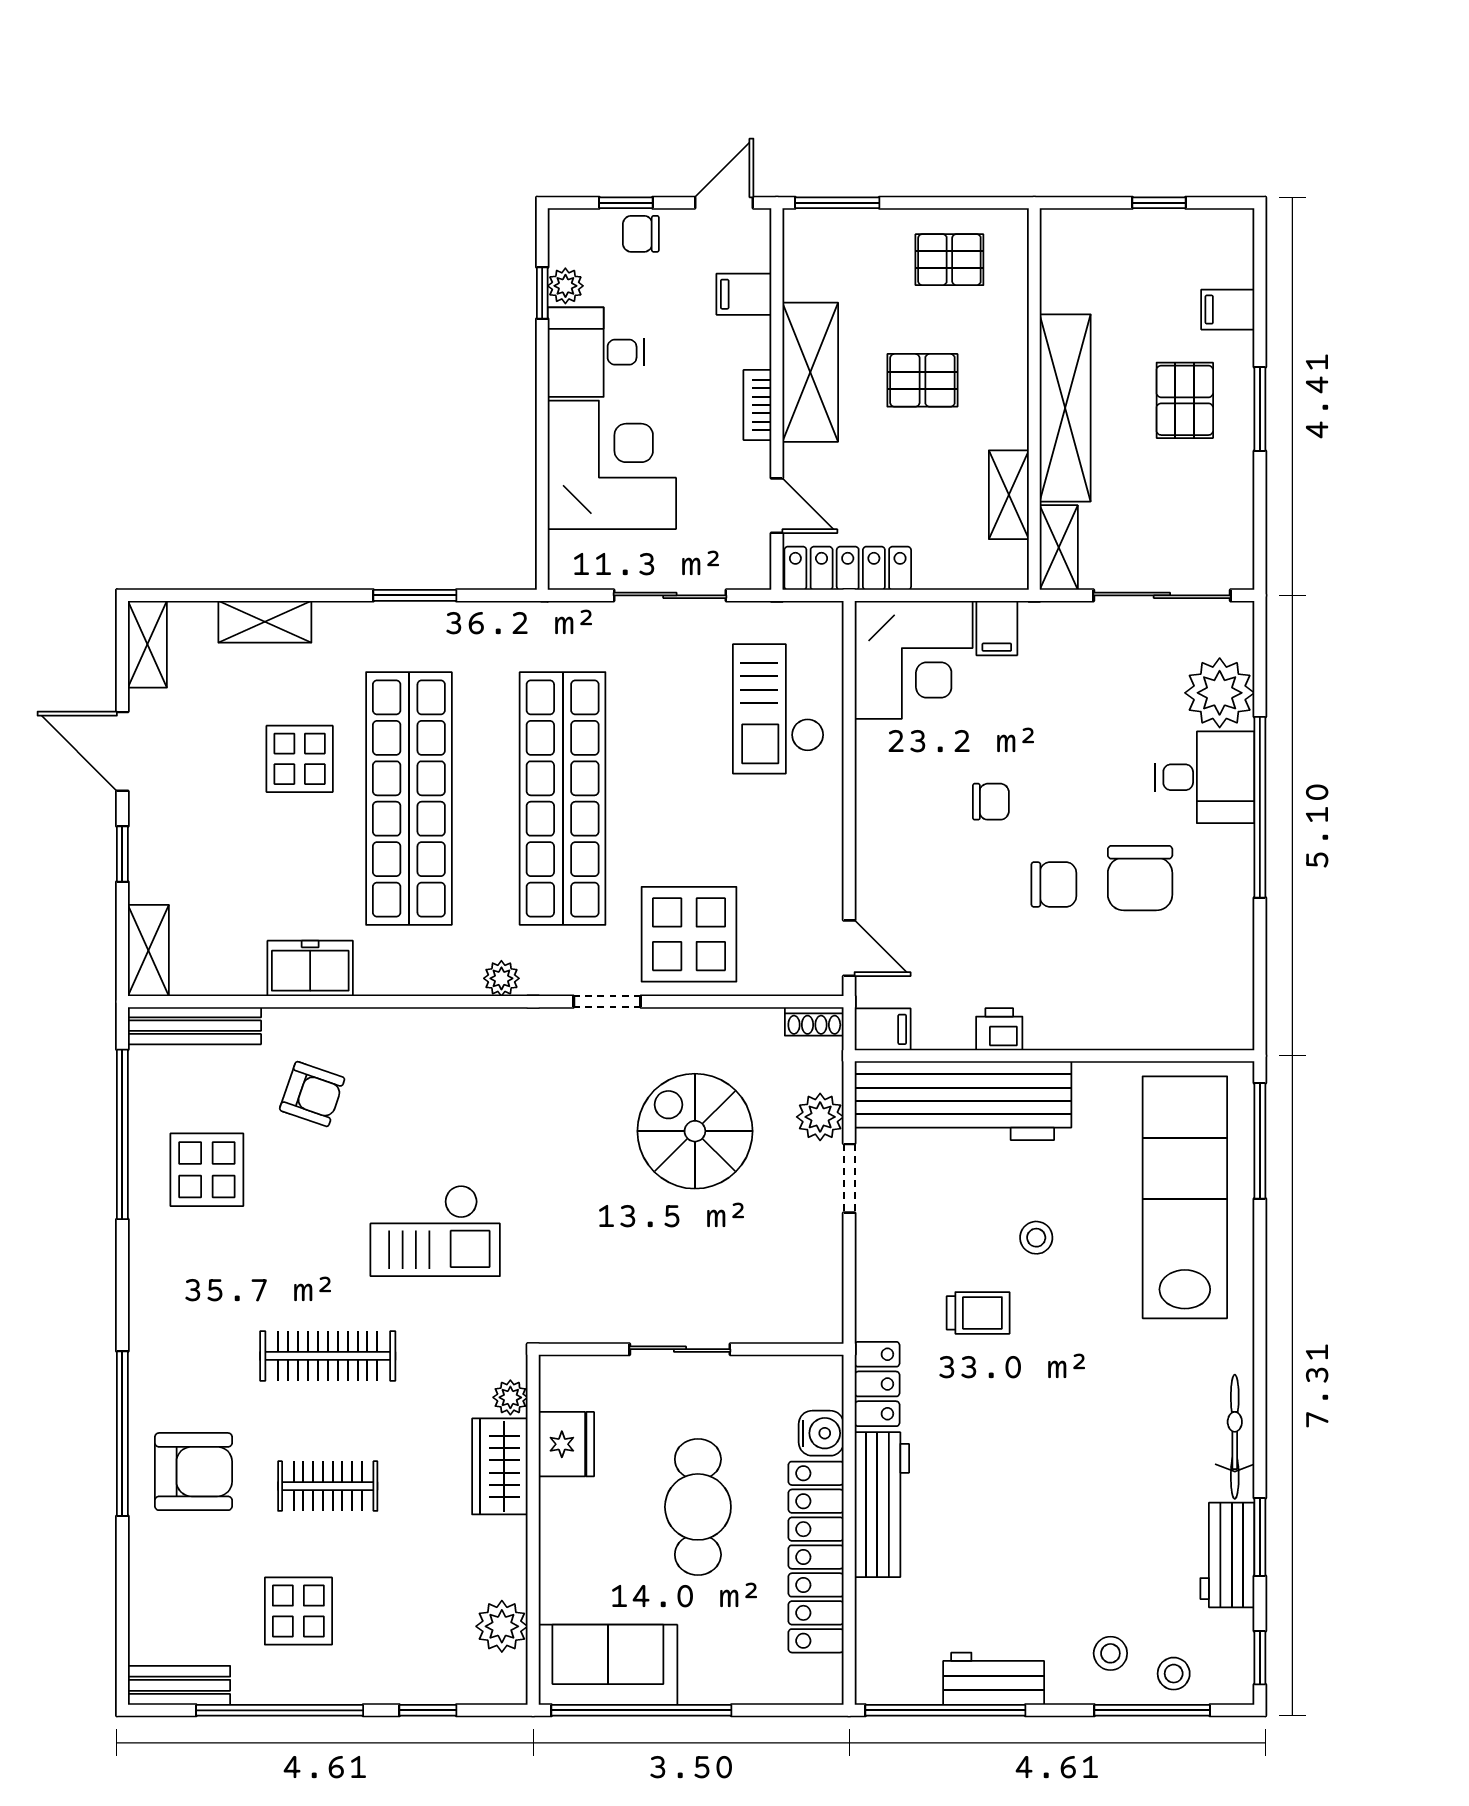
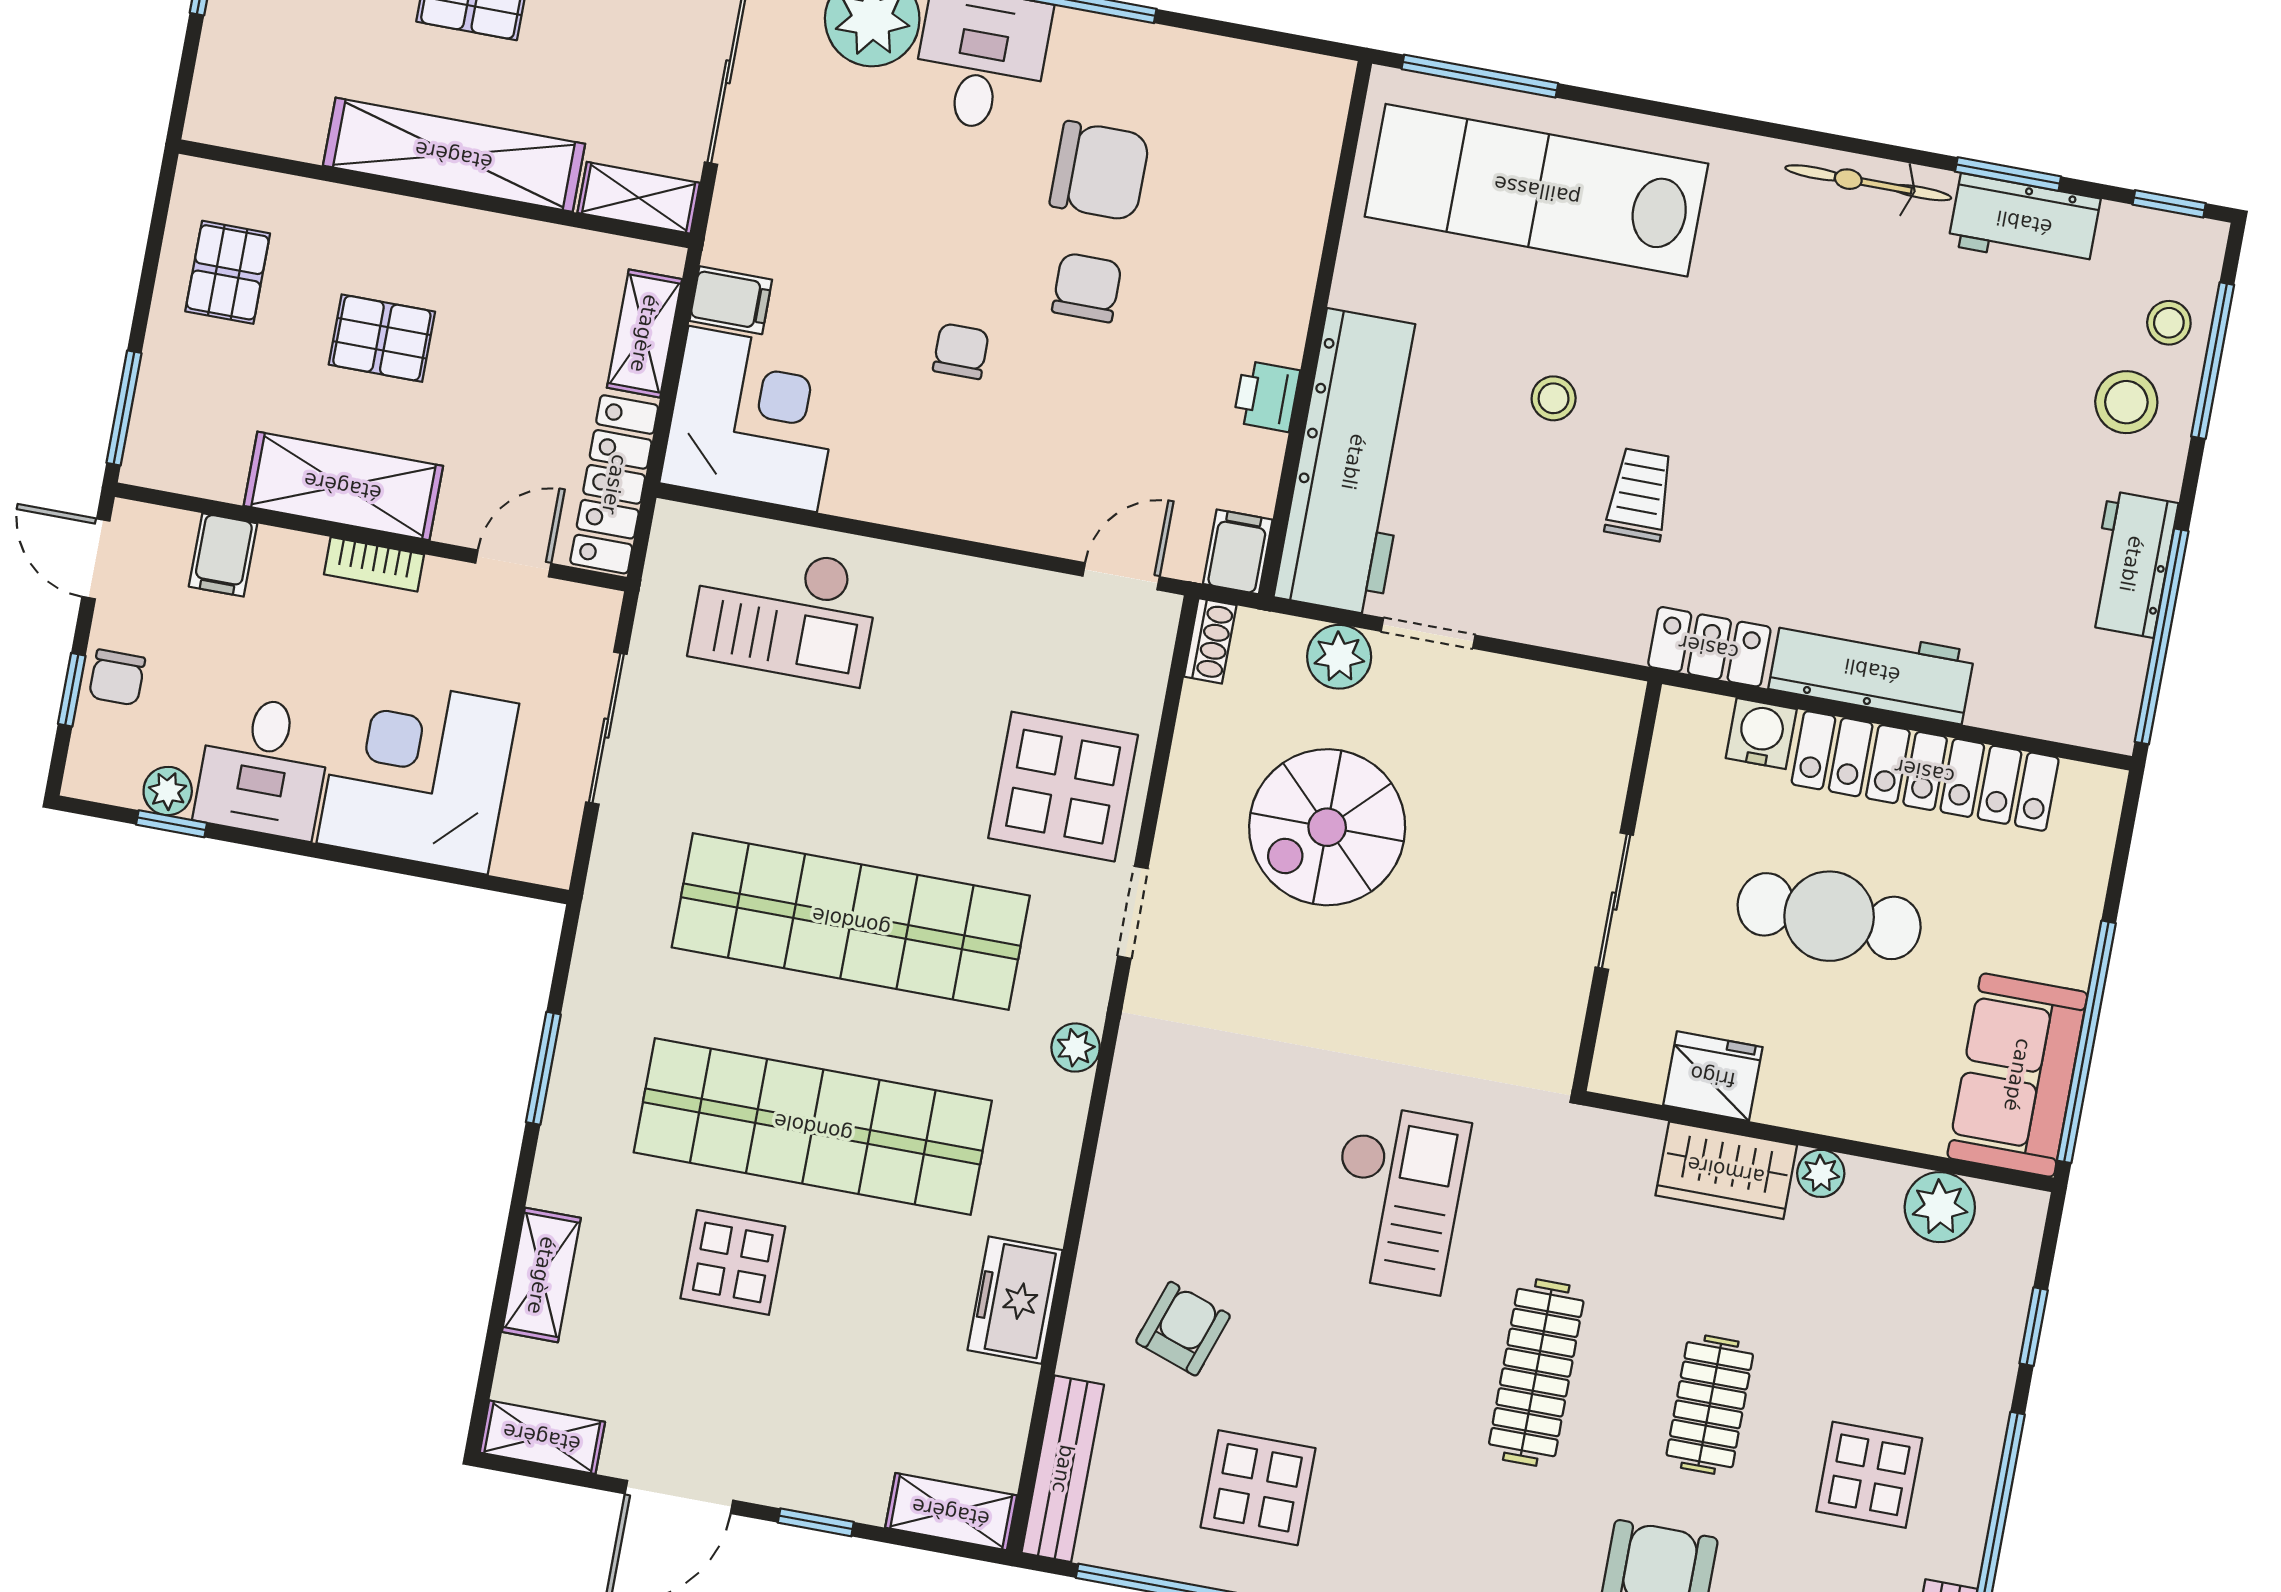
pallet: (922, 380) -> (382, 338), turned 90
shelving: (1009, 495) -> (644, 333), moved, turned 90
plant: (510, 1397) -> (1821, 1173), moved
stool: (1110, 1653) -> (2126, 402), width x1.37, depth x1.37

